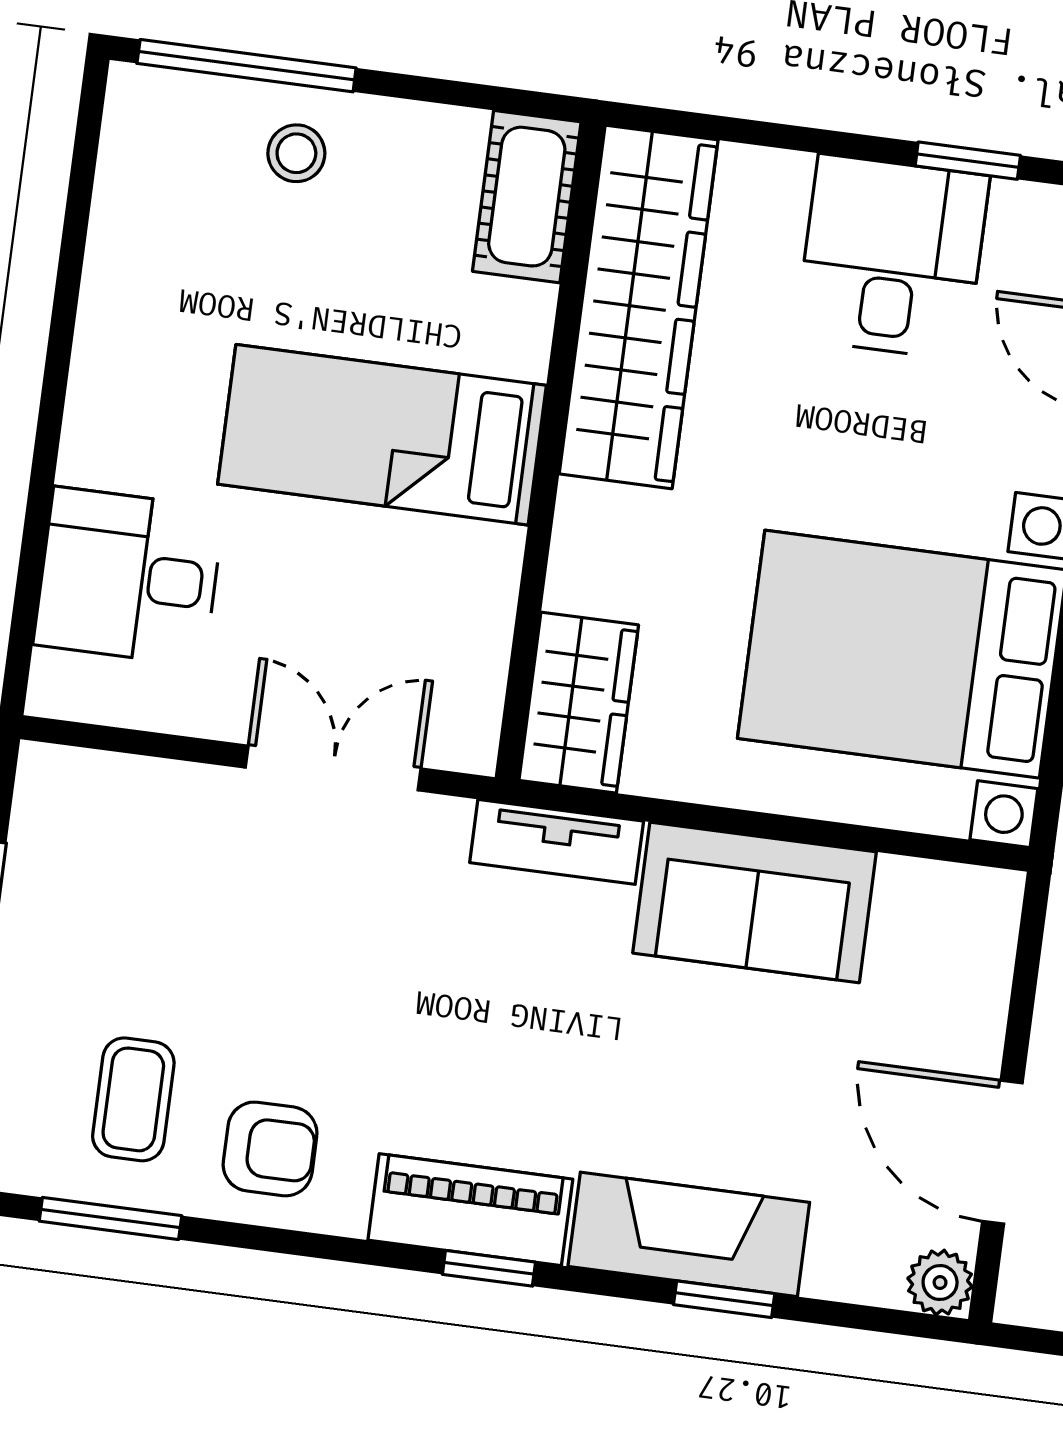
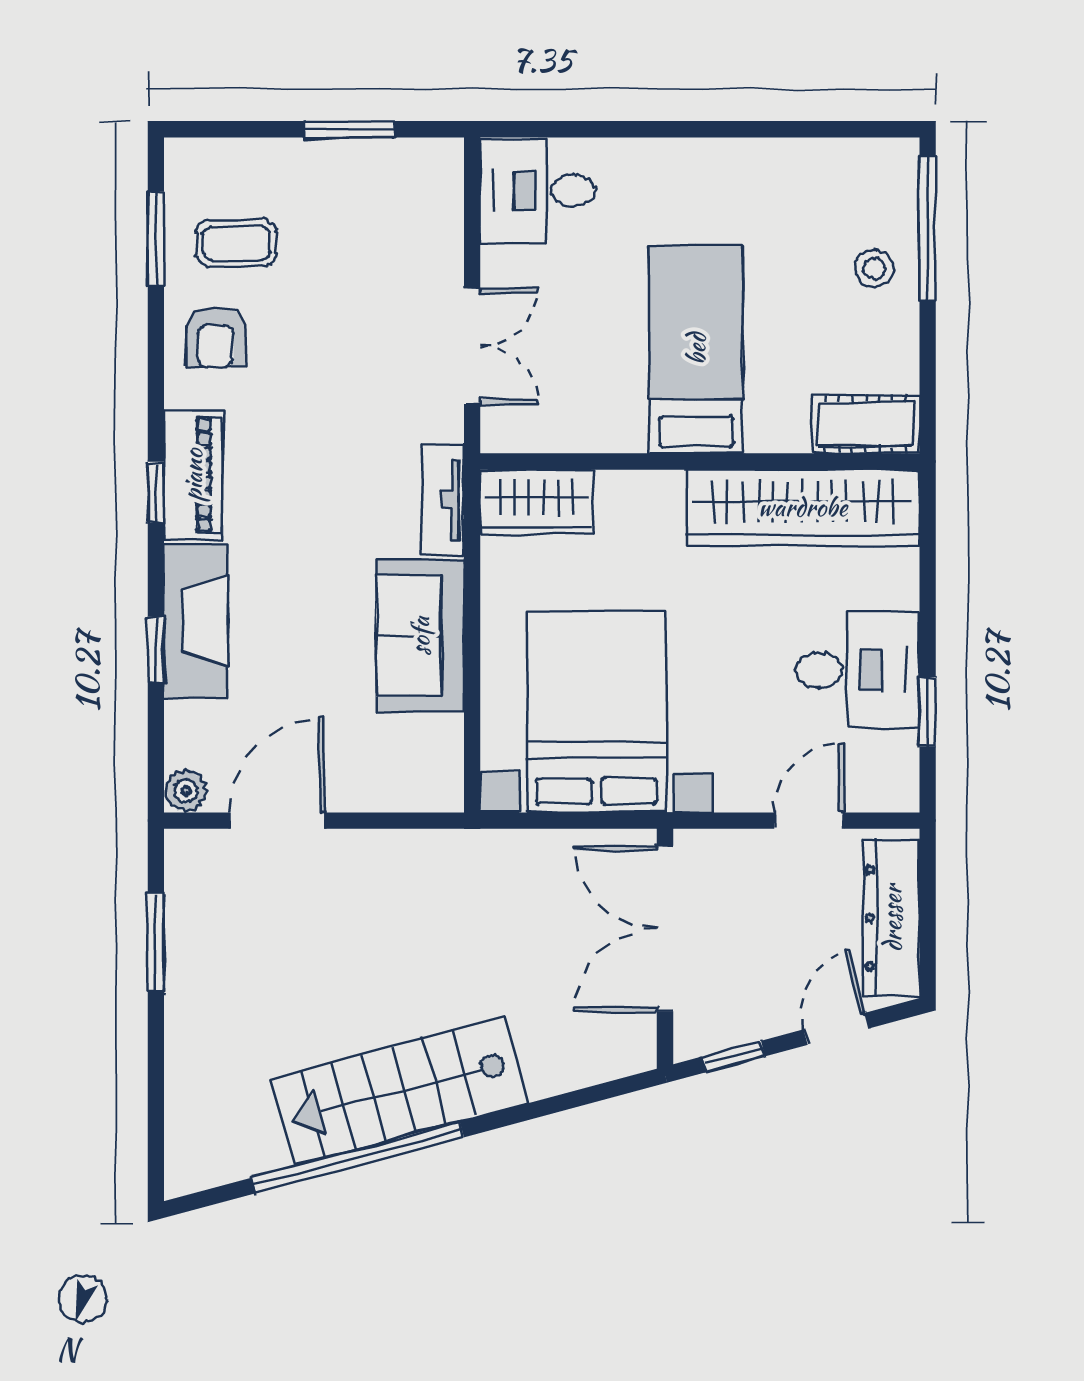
desk: (129, 576) -> (538, 191), moved, turned -90

